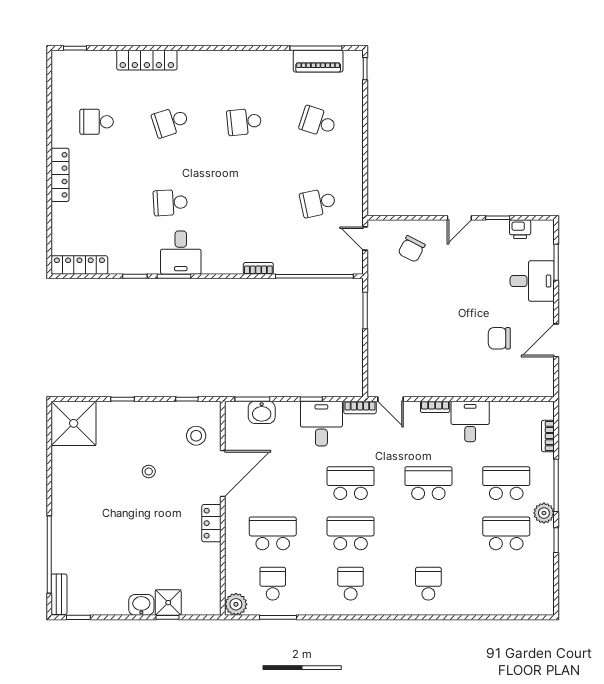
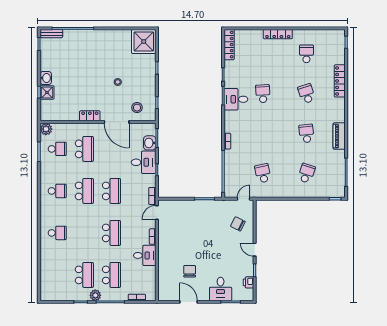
piano: (318, 61) -> (339, 136), moved
desk: (321, 424) -> (144, 162), moved

